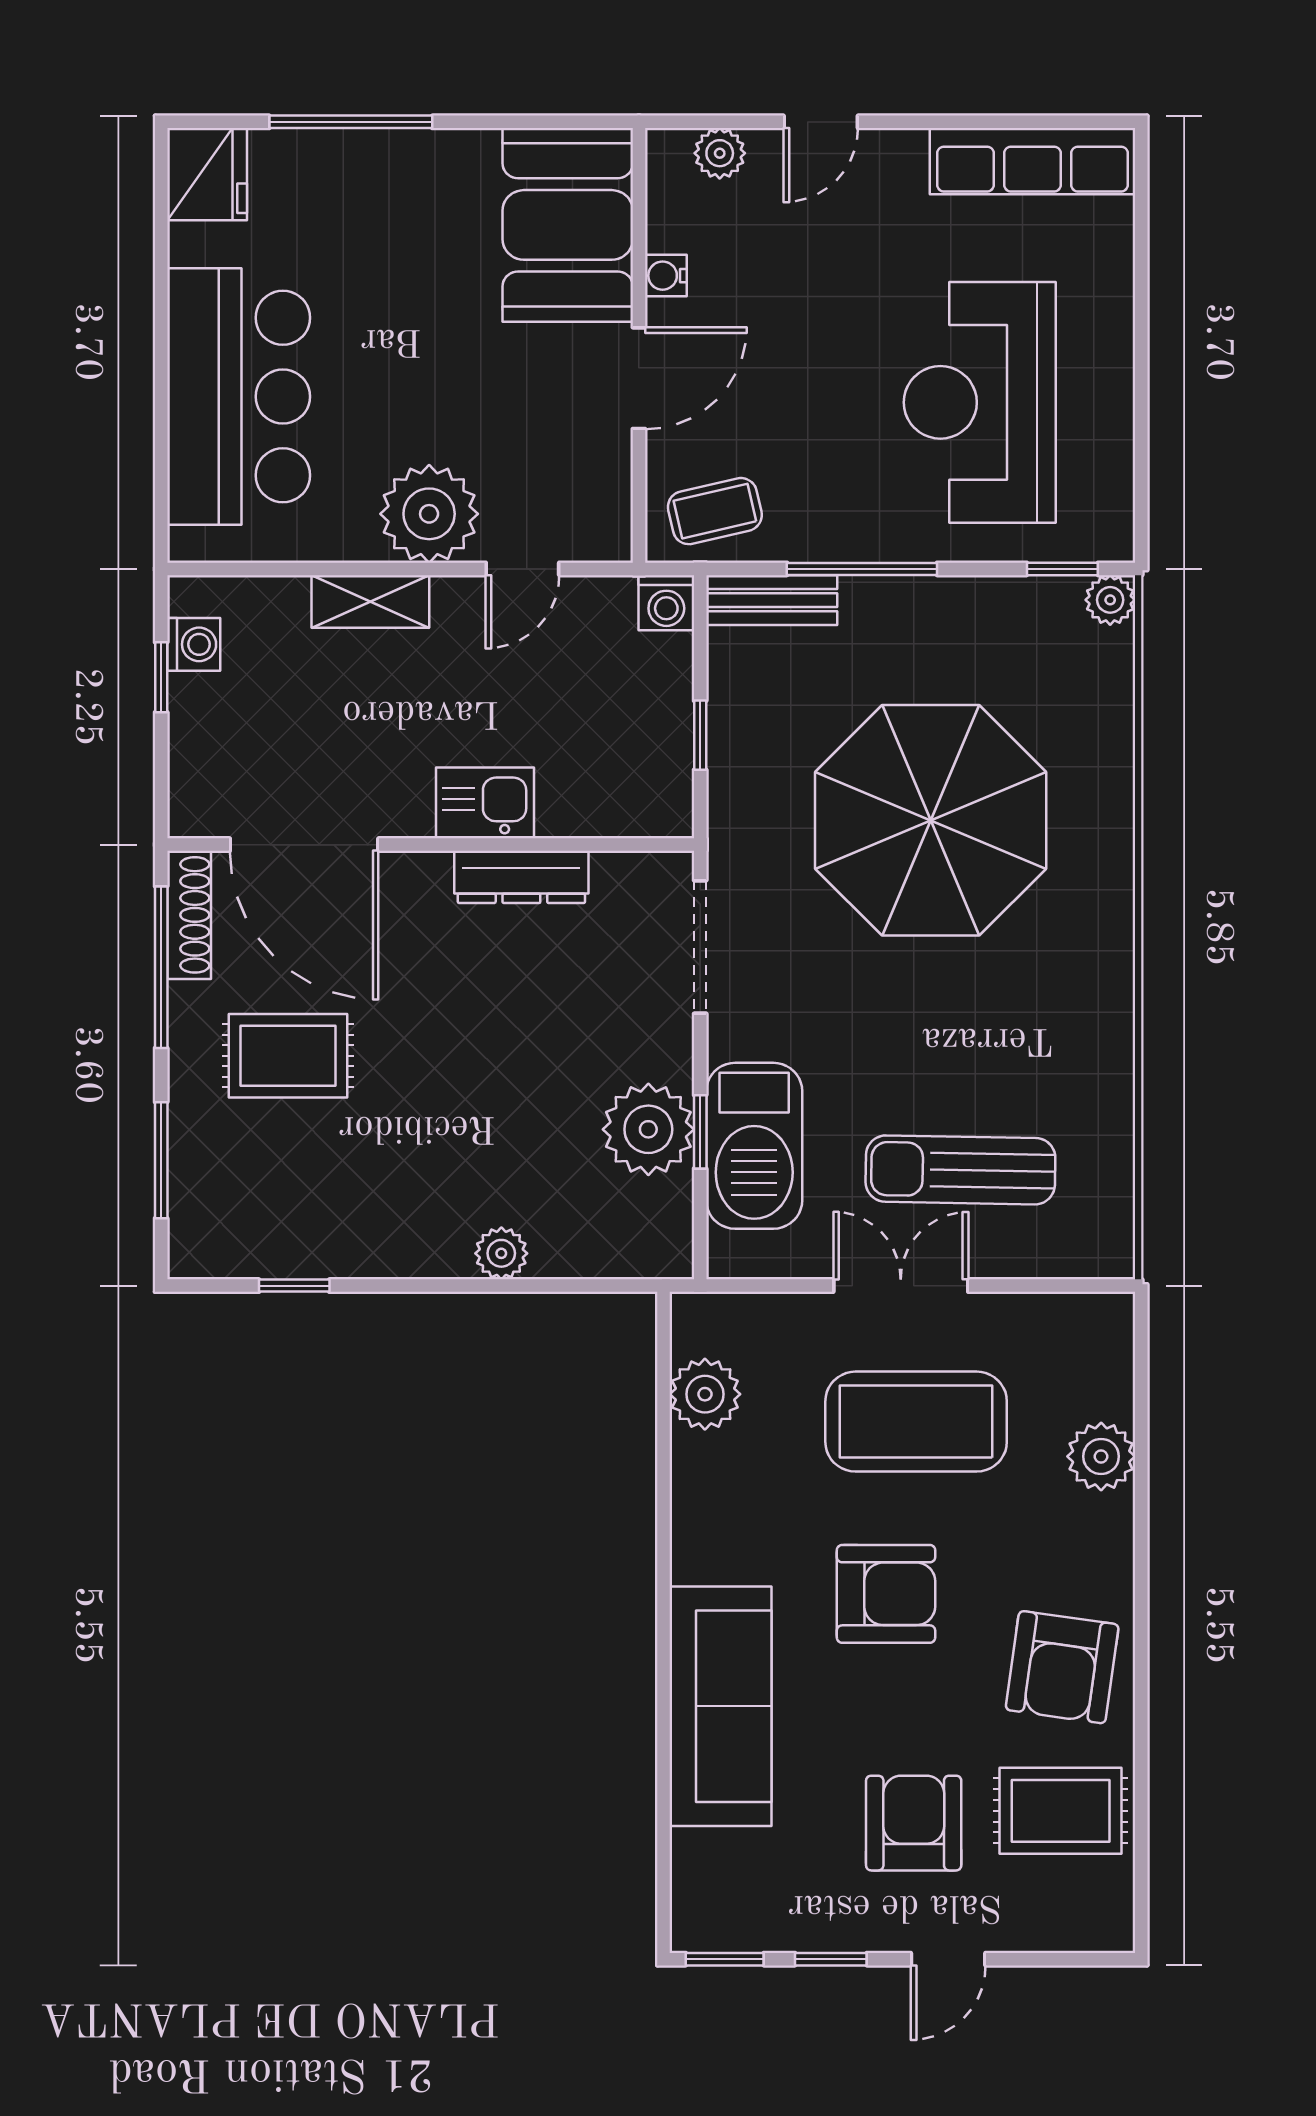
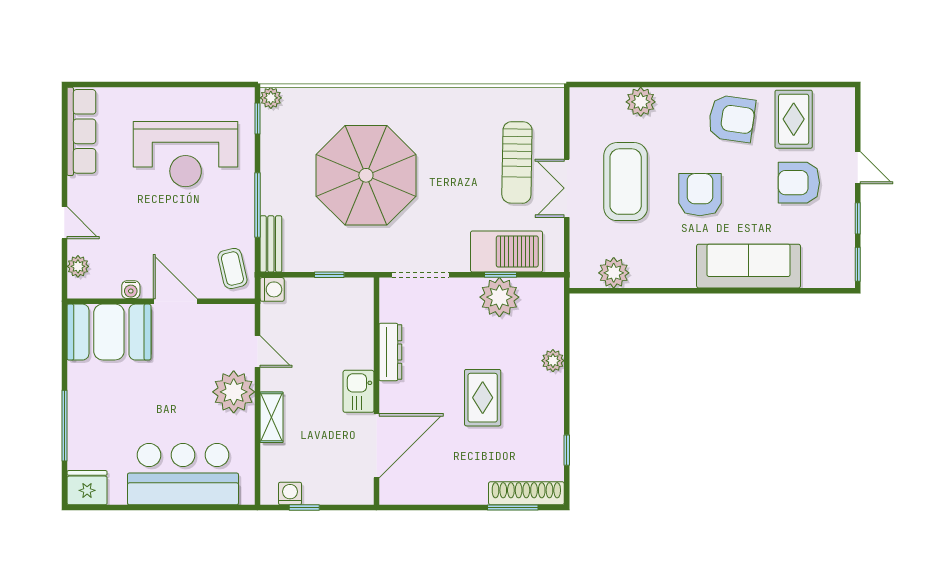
kitchen sink: (485, 803) -> (358, 391), moved
shoe rack: (189, 915) -> (526, 493), moved, width x1.36, depth x1.24
window: (161, 967) -> (429, 508), removed
rug: (288, 1056) -> (483, 398), moved

